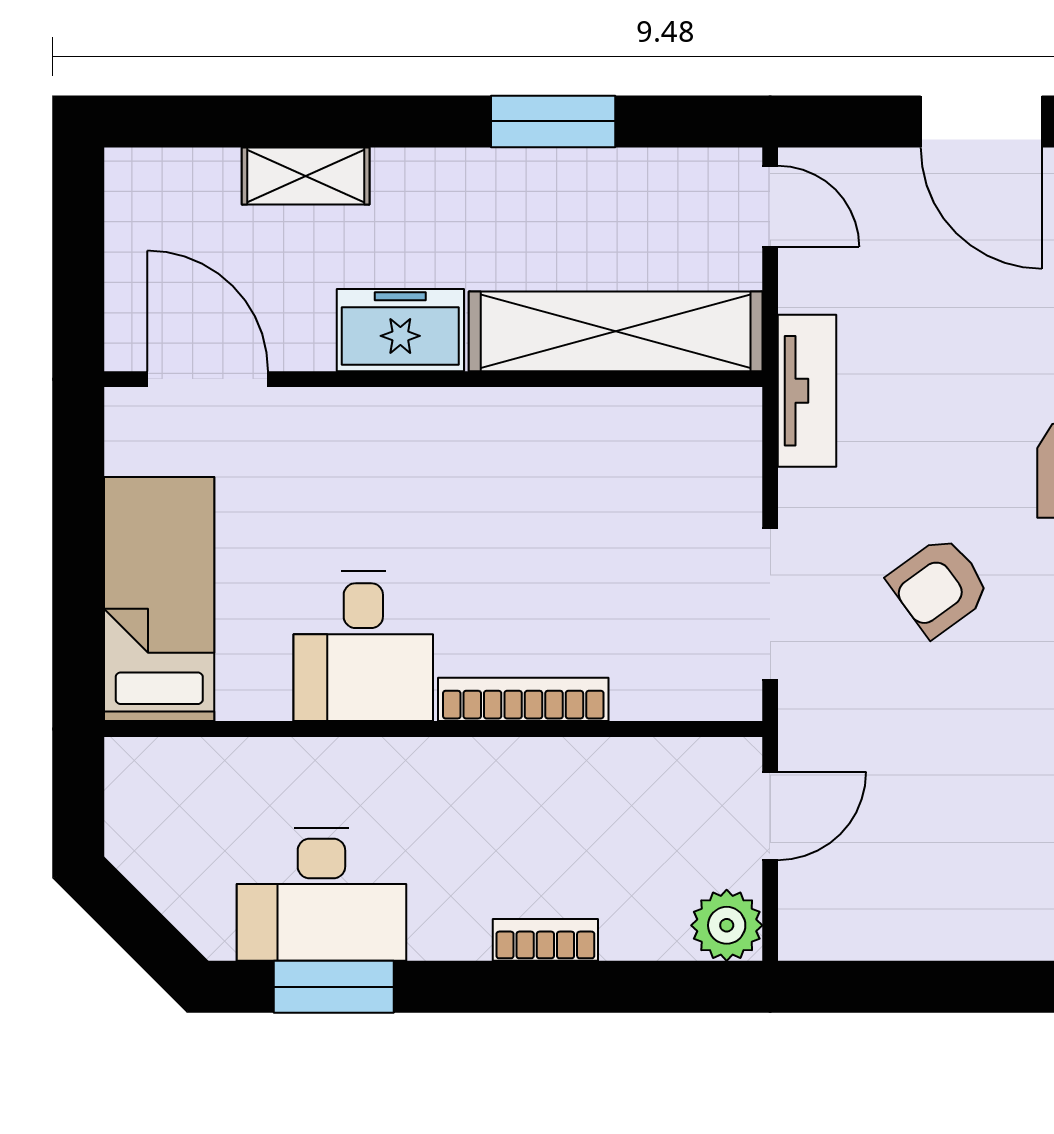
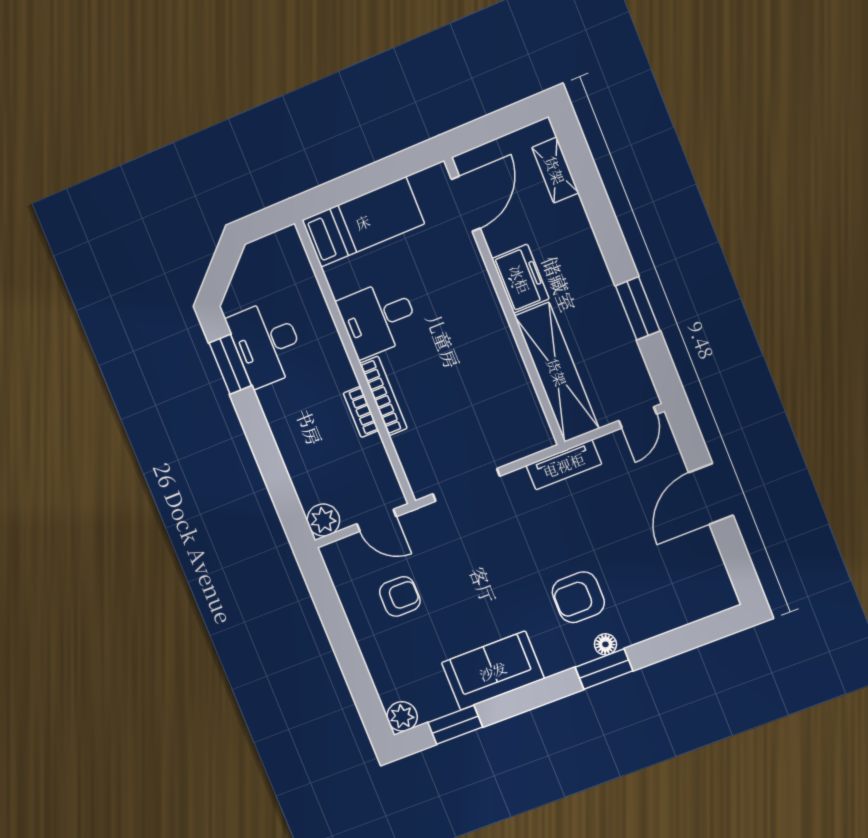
shelving: (306, 176) -> (555, 170), moved
armchair: (939, 586) -> (400, 596), moved, turned 126
bookcase: (545, 940) -> (361, 412), moved, turned 180

